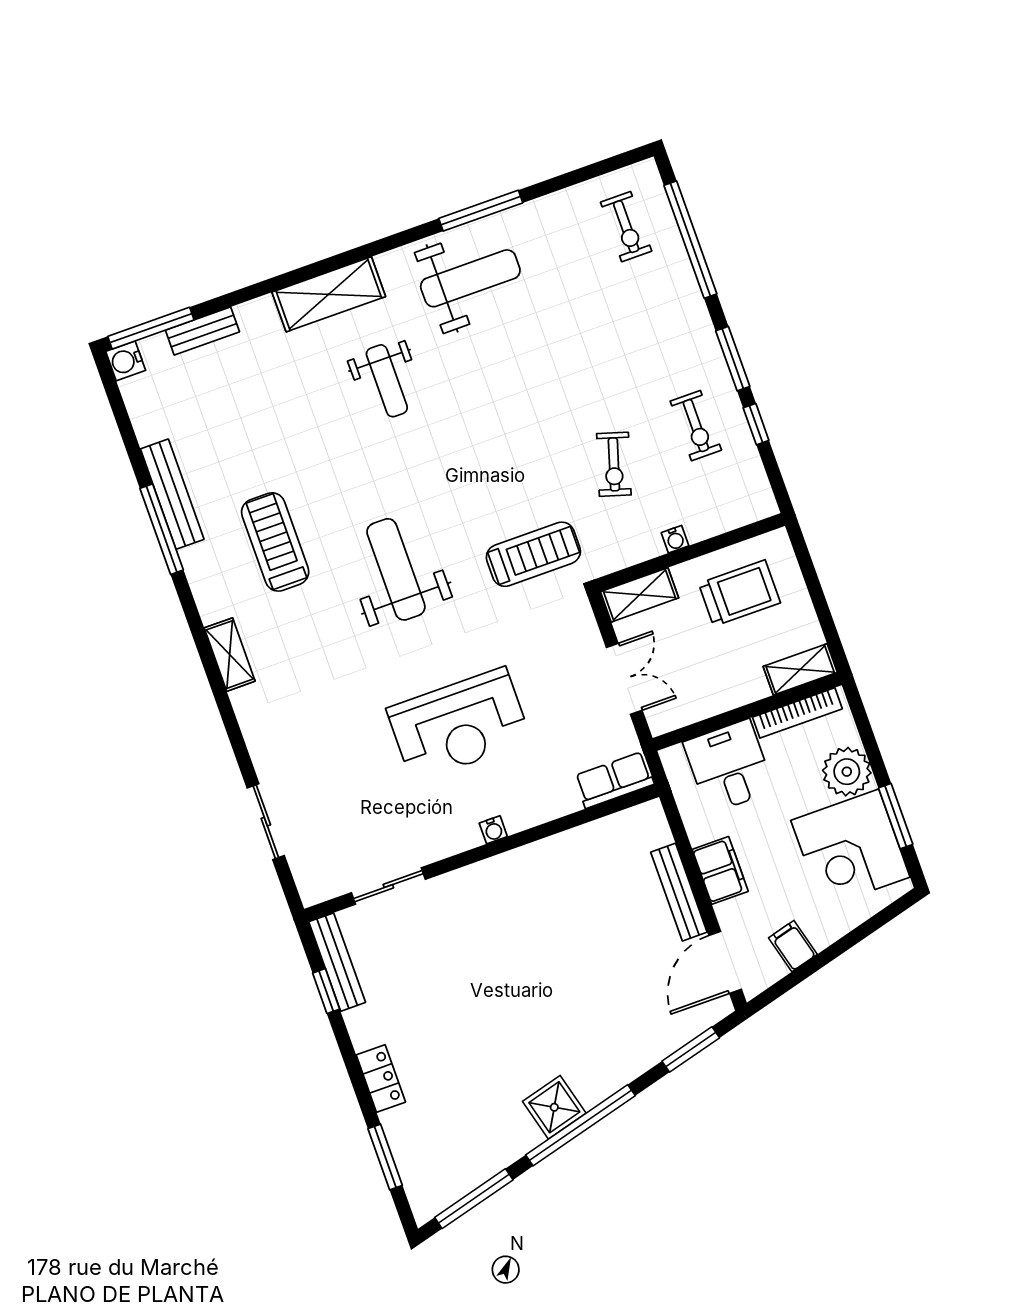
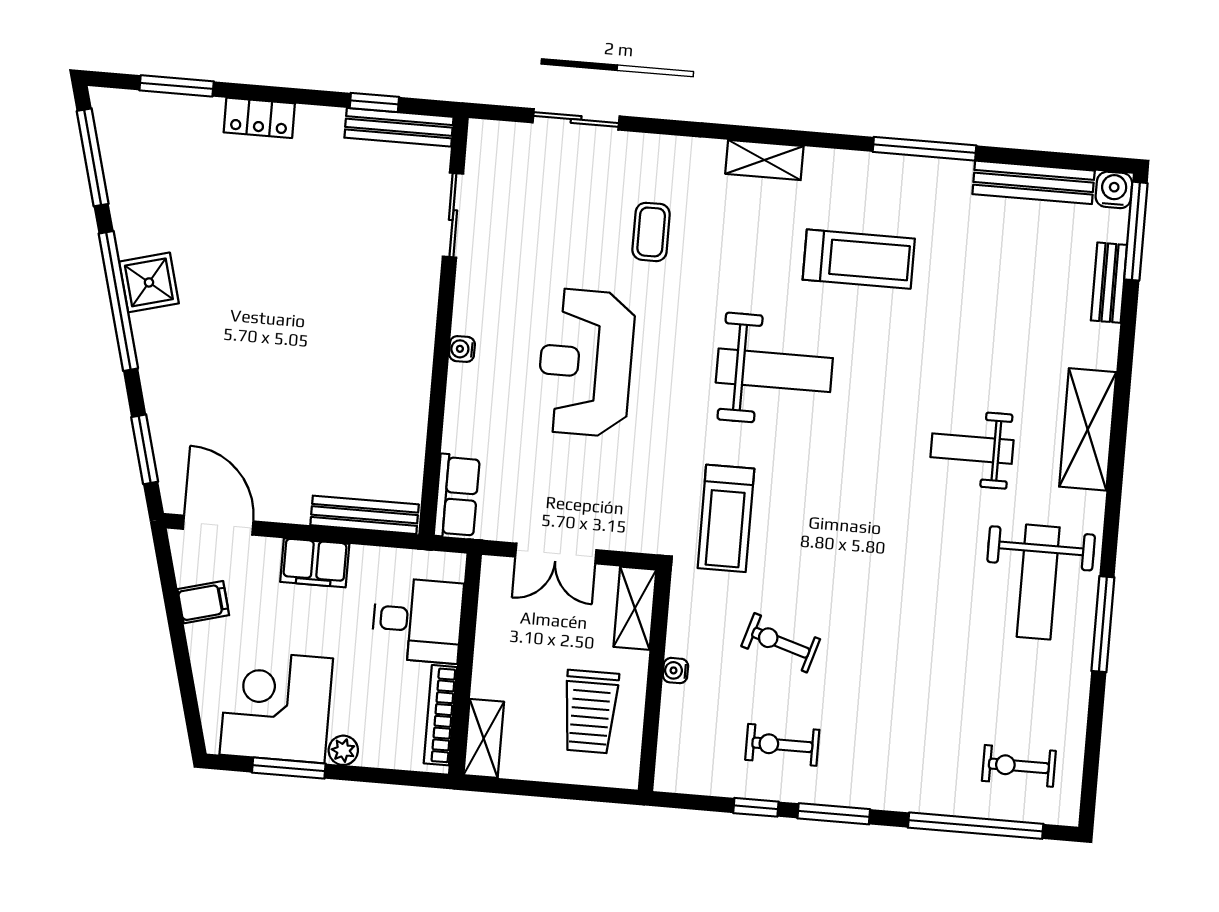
bench: (172, 494) -> (1034, 182), moved
coffee table: (329, 720) -> (651, 232), added
plant: (847, 772) -> (343, 750), width x0.53, depth x0.53
bench: (679, 892) -> (365, 515), moved

